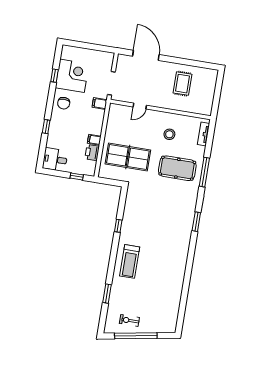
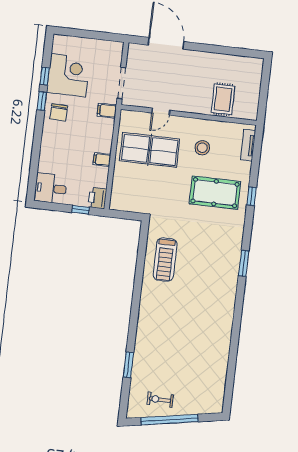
rug: (183, 84) -> (223, 99), moved
window: (46, 127) -> (42, 101), moved
printer: (92, 153) -> (97, 198), moved
table tennis table: (128, 157) -> (150, 150), moved
window: (204, 172) -> (252, 196), width x0.46
window: (118, 226) -> (139, 273), removed
treadmill: (130, 261) -> (165, 260), moved

